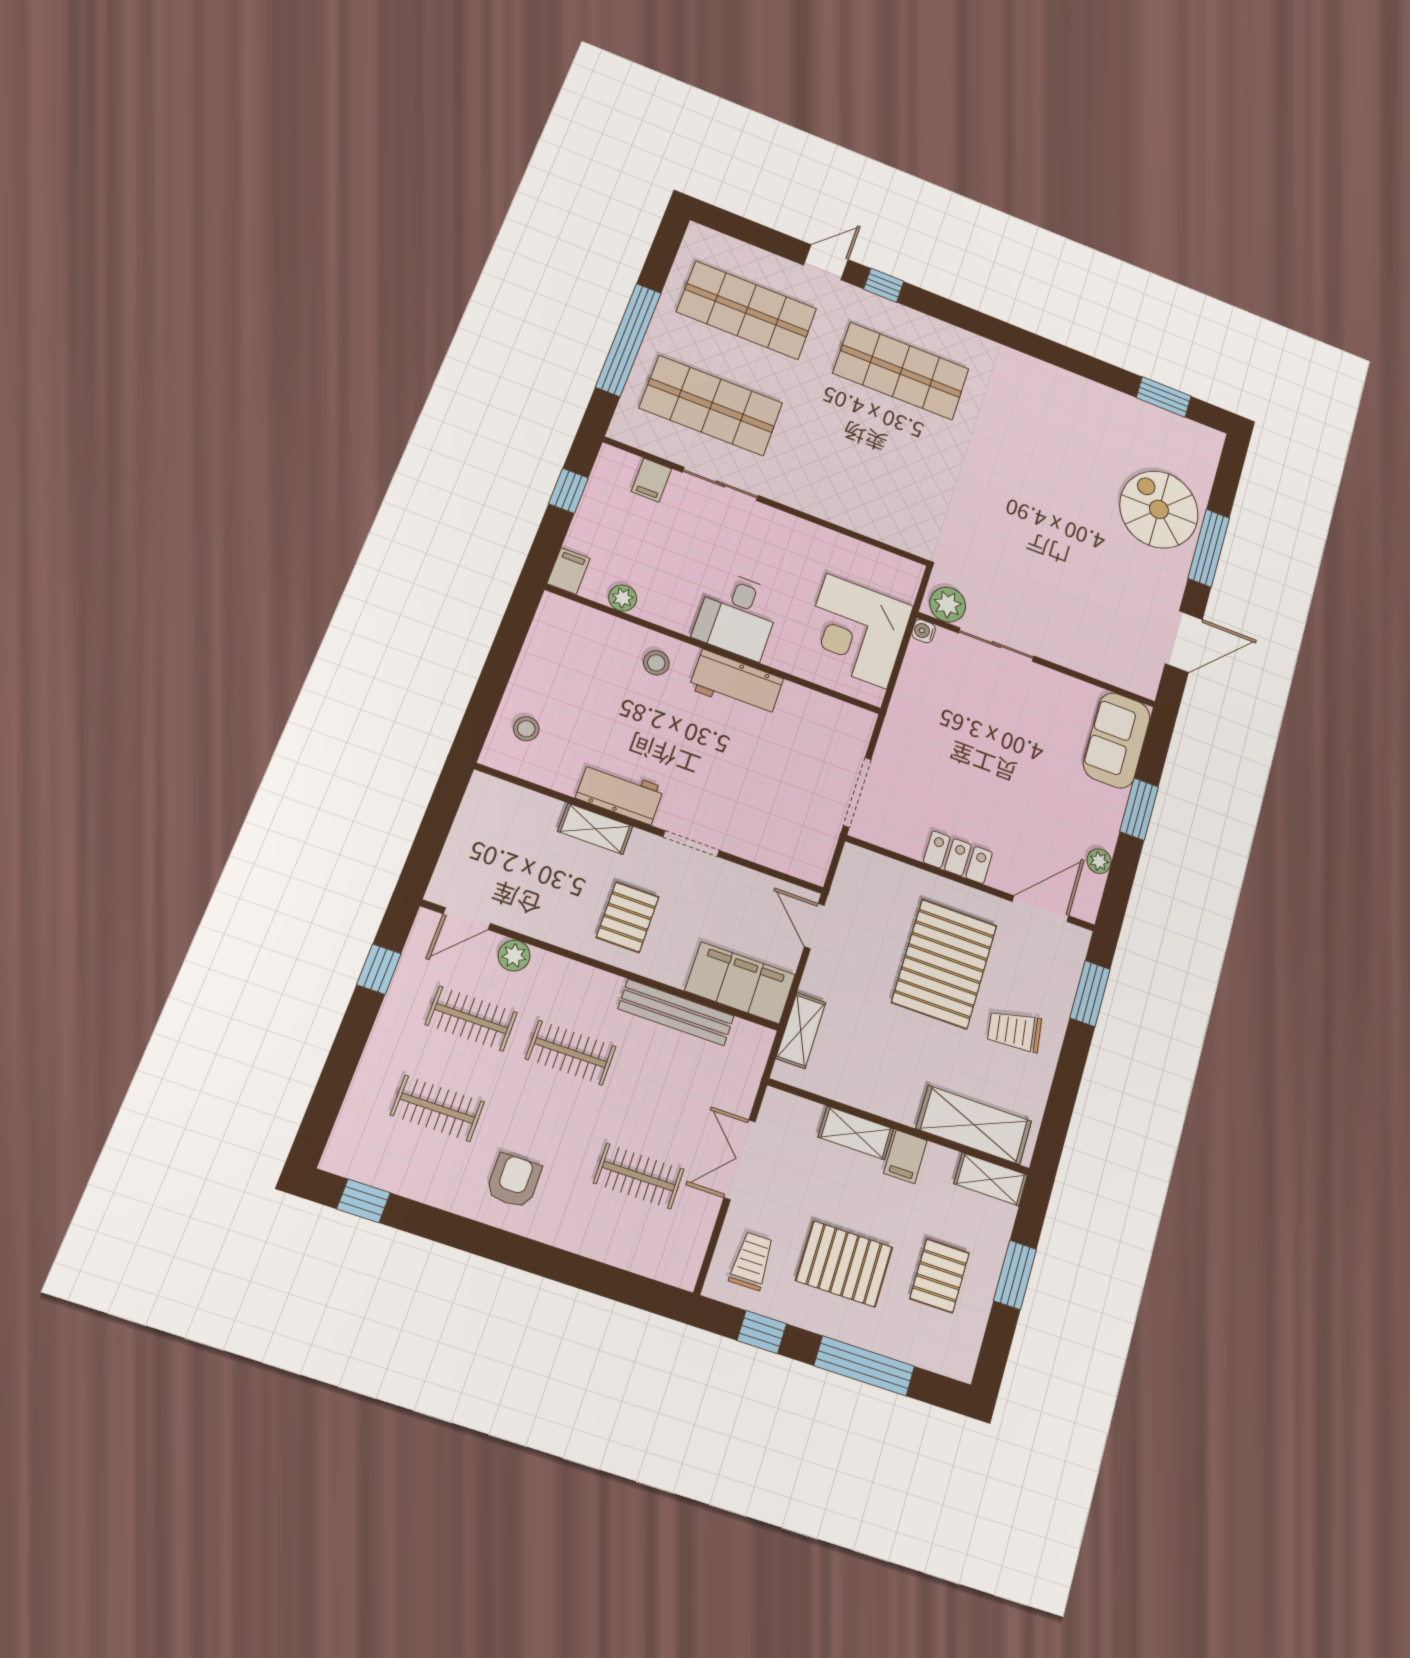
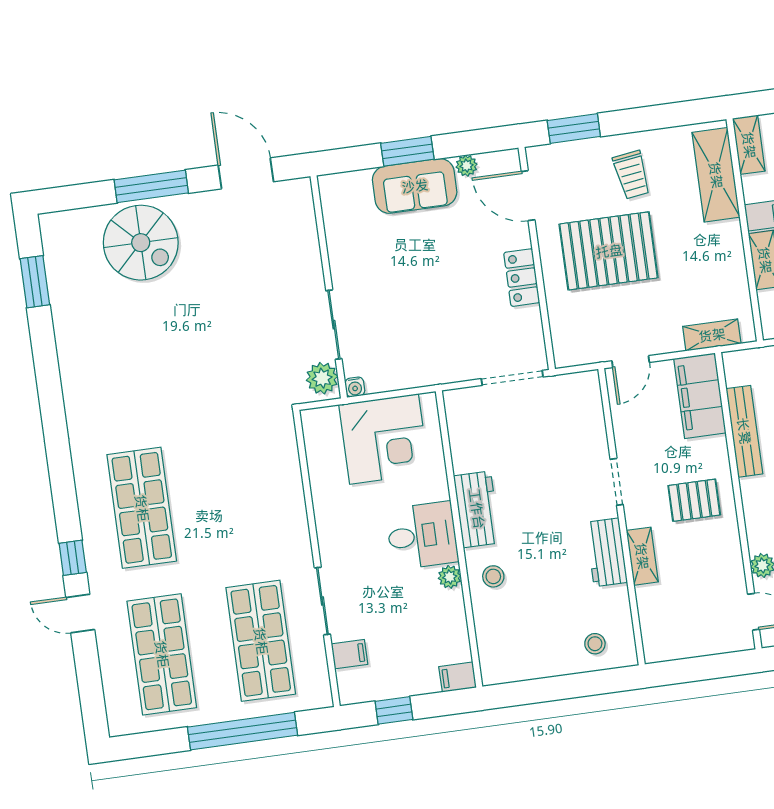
spiral stairs: (1159, 509) -> (141, 243), turned -90
plant: (623, 598) -> (450, 577), moved
sofa: (1117, 740) -> (415, 186), moved

